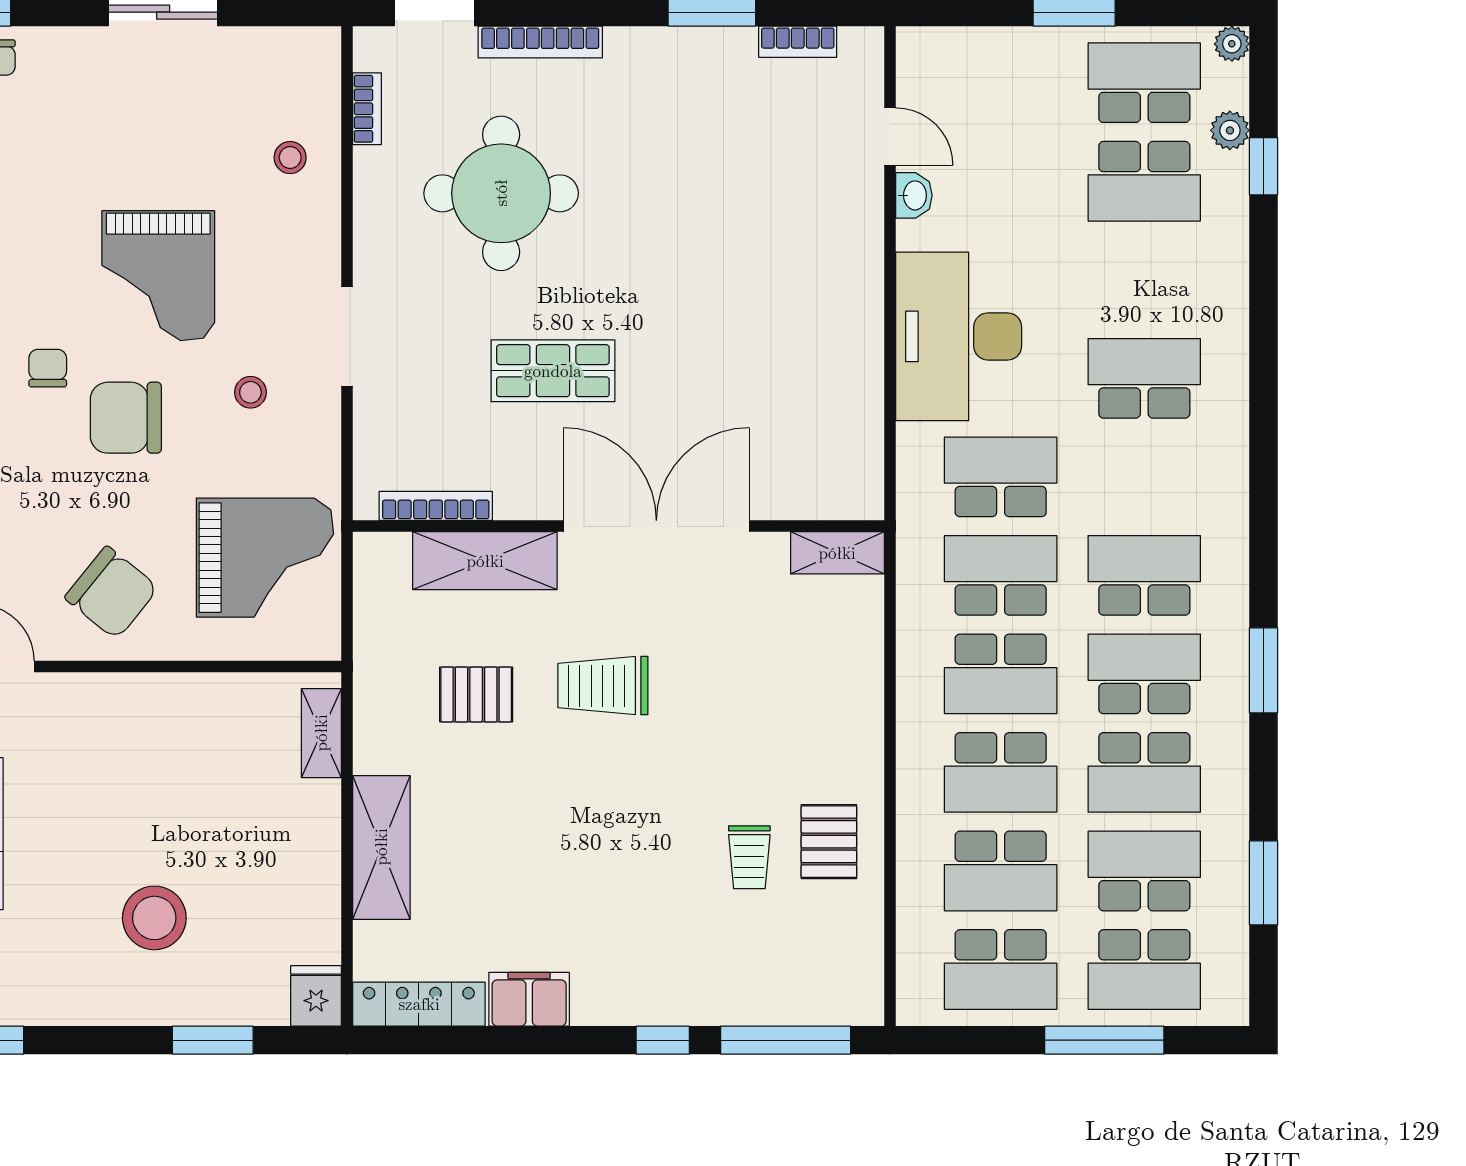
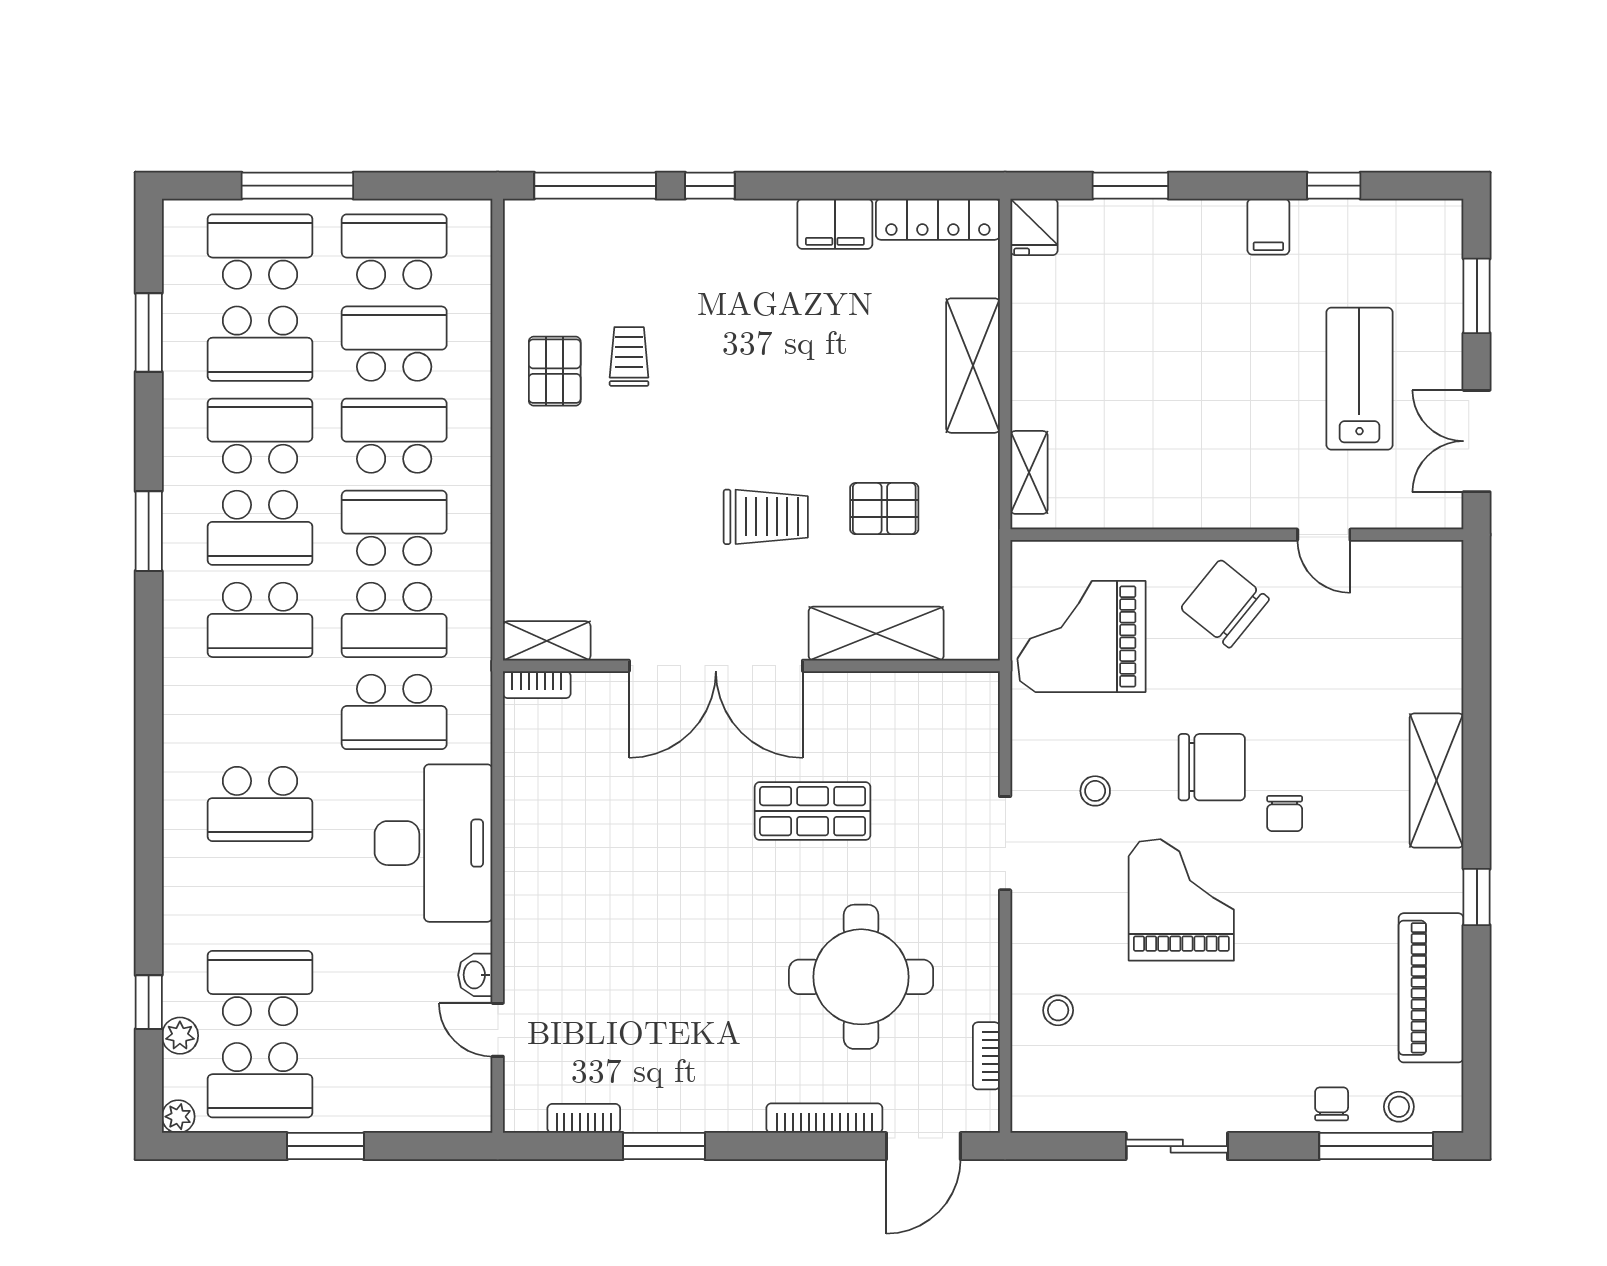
bookcase: (436, 506) -> (537, 685), moved, width x0.64
stool: (154, 918) -> (1185, 300), removed
filing cabinet: (65, 996) -> (1268, 227), added

